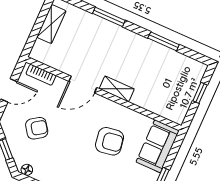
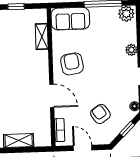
shelving: (117, 89) -> (42, 37), moved
armchair: (110, 141) -> (72, 64), moved

